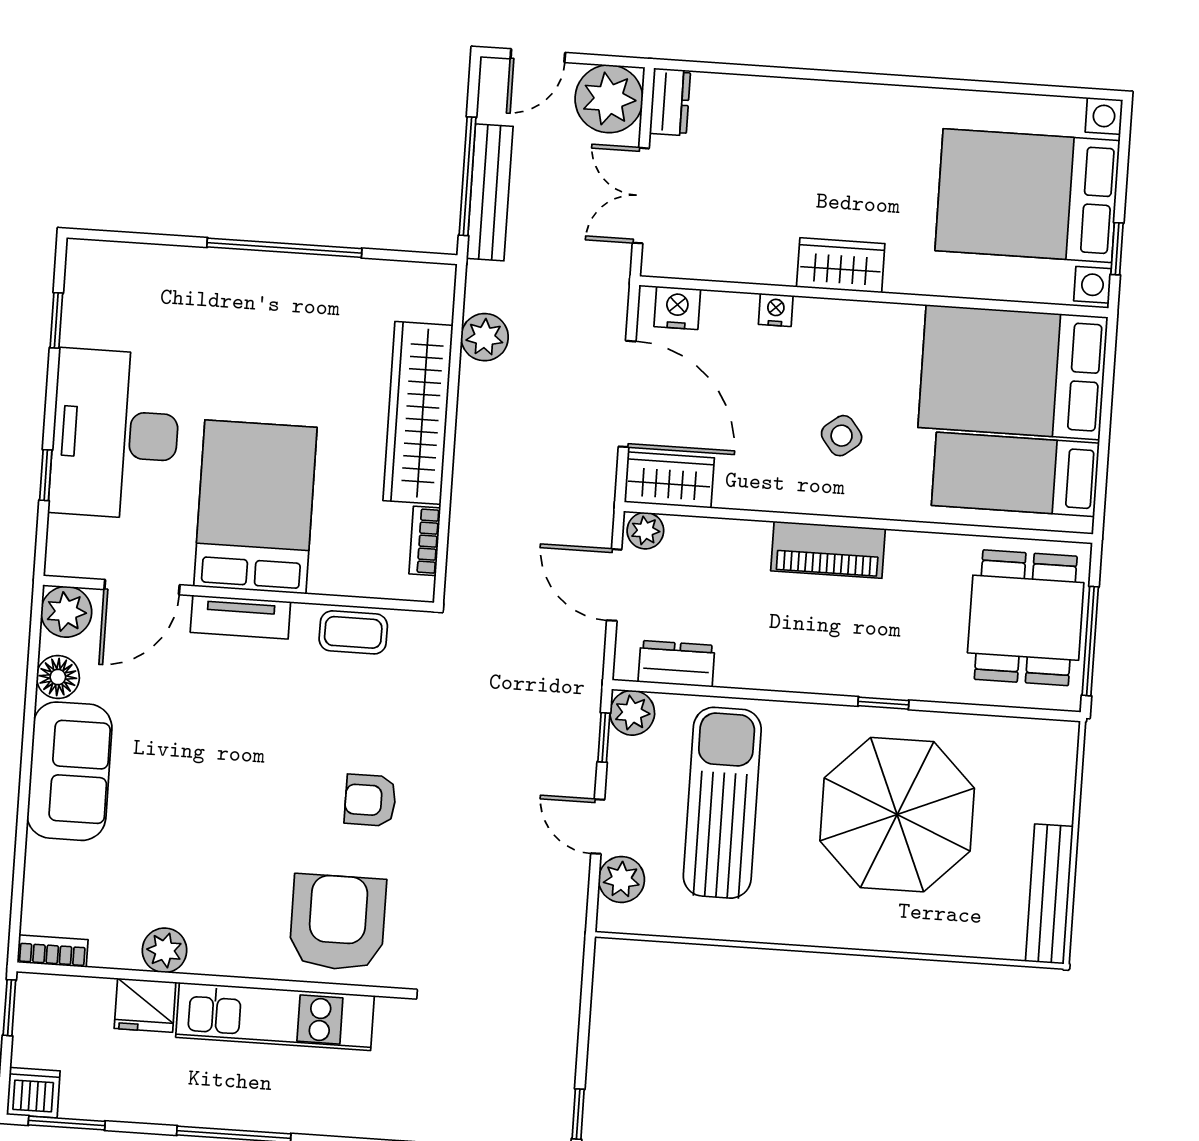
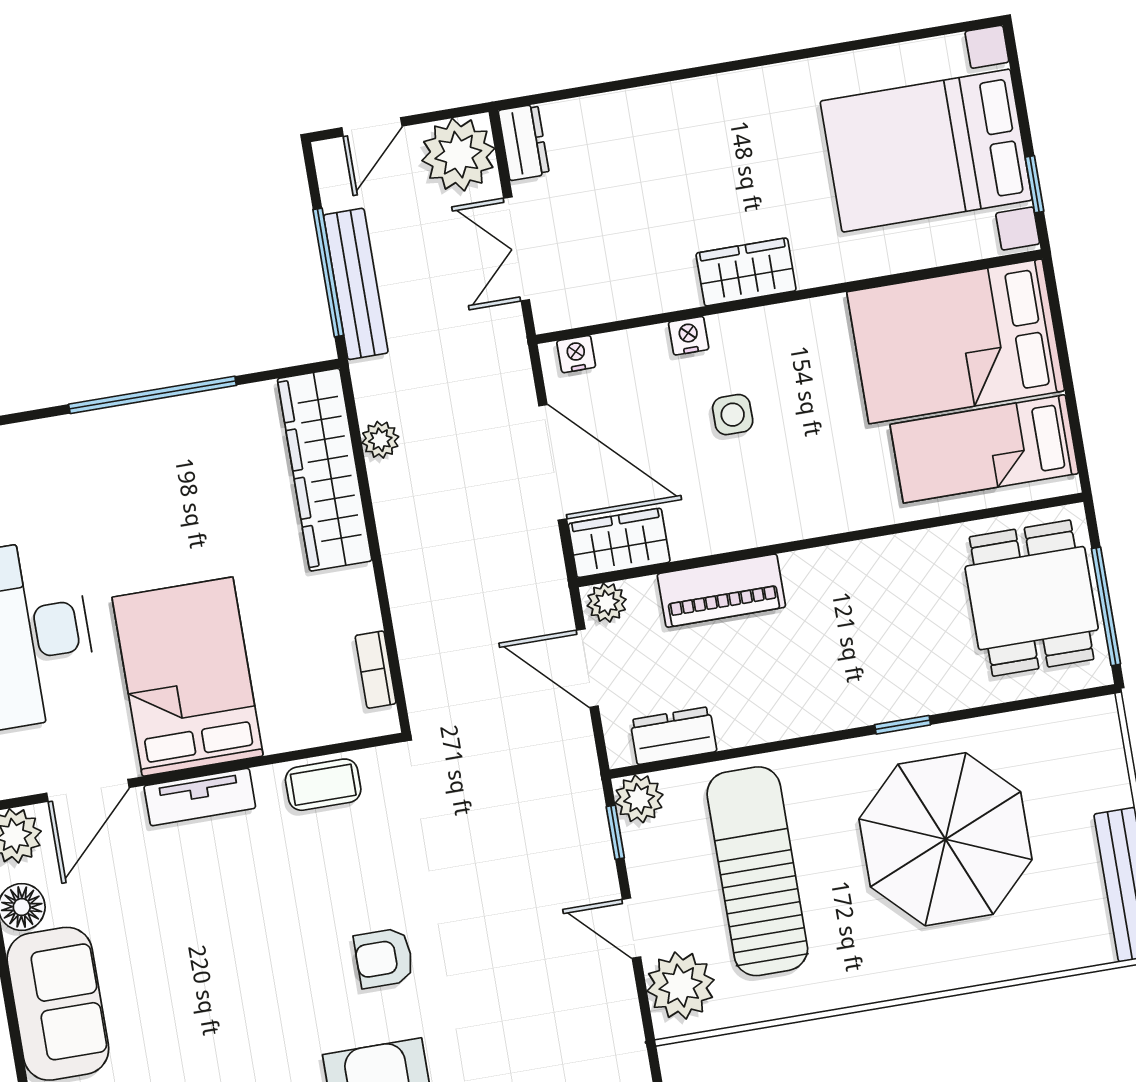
nightstand: (677, 308) -> (576, 354), width x0.72, depth x0.74
plant: (485, 337) -> (380, 440), width x0.73, depth x0.73
wardrobe: (418, 413) -> (325, 470), moved
side table: (842, 436) -> (733, 415), moved, turned 38
piano: (828, 550) -> (721, 591), moved
plant: (621, 879) -> (681, 986), width x1.36, depth x1.36

